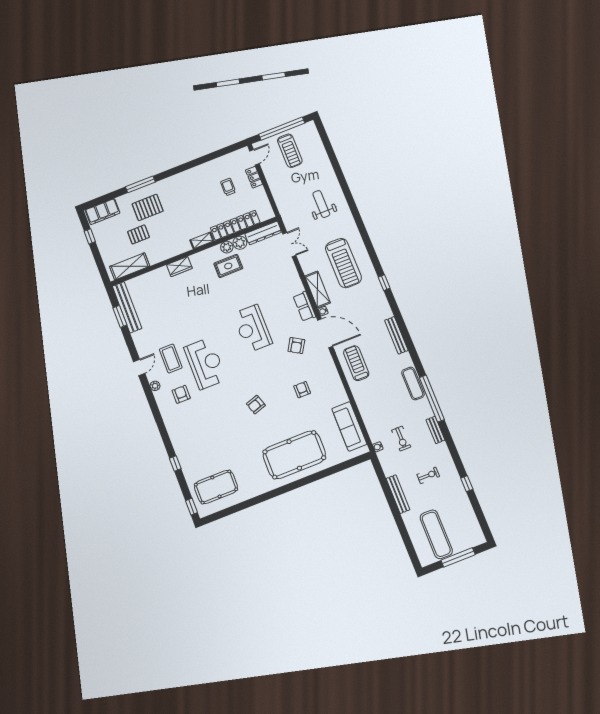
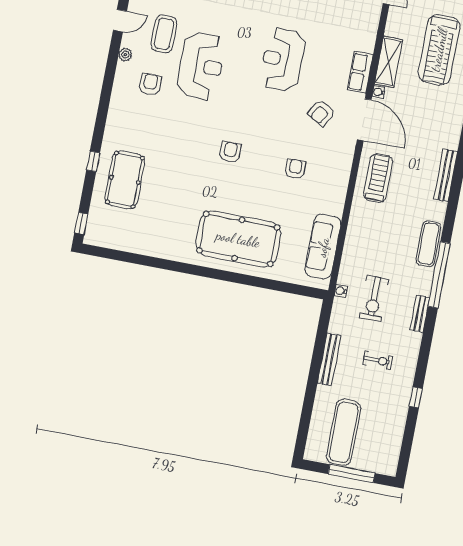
armchair: (256, 405) -> (230, 152), turned 108
exercise bike: (401, 439) -> (374, 298), width x1.38, depth x1.39
pool table: (216, 487) -> (125, 180), moved, turned 90

